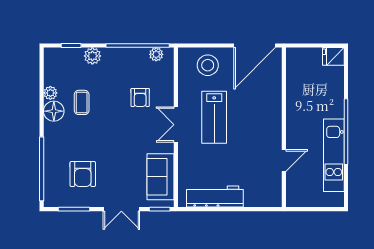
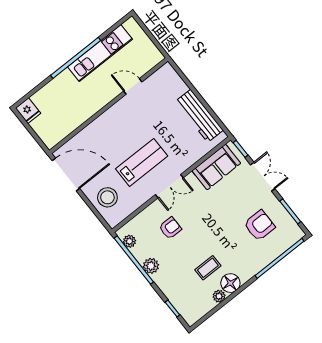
plant: (92, 56) -> (151, 266), moved

